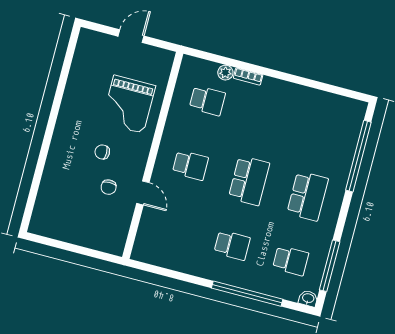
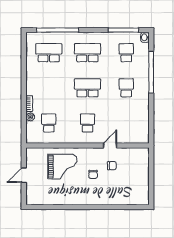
door: (131, 36) -> (24, 175), hinge flipped
school desk: (325, 131) -> (49, 53), added

